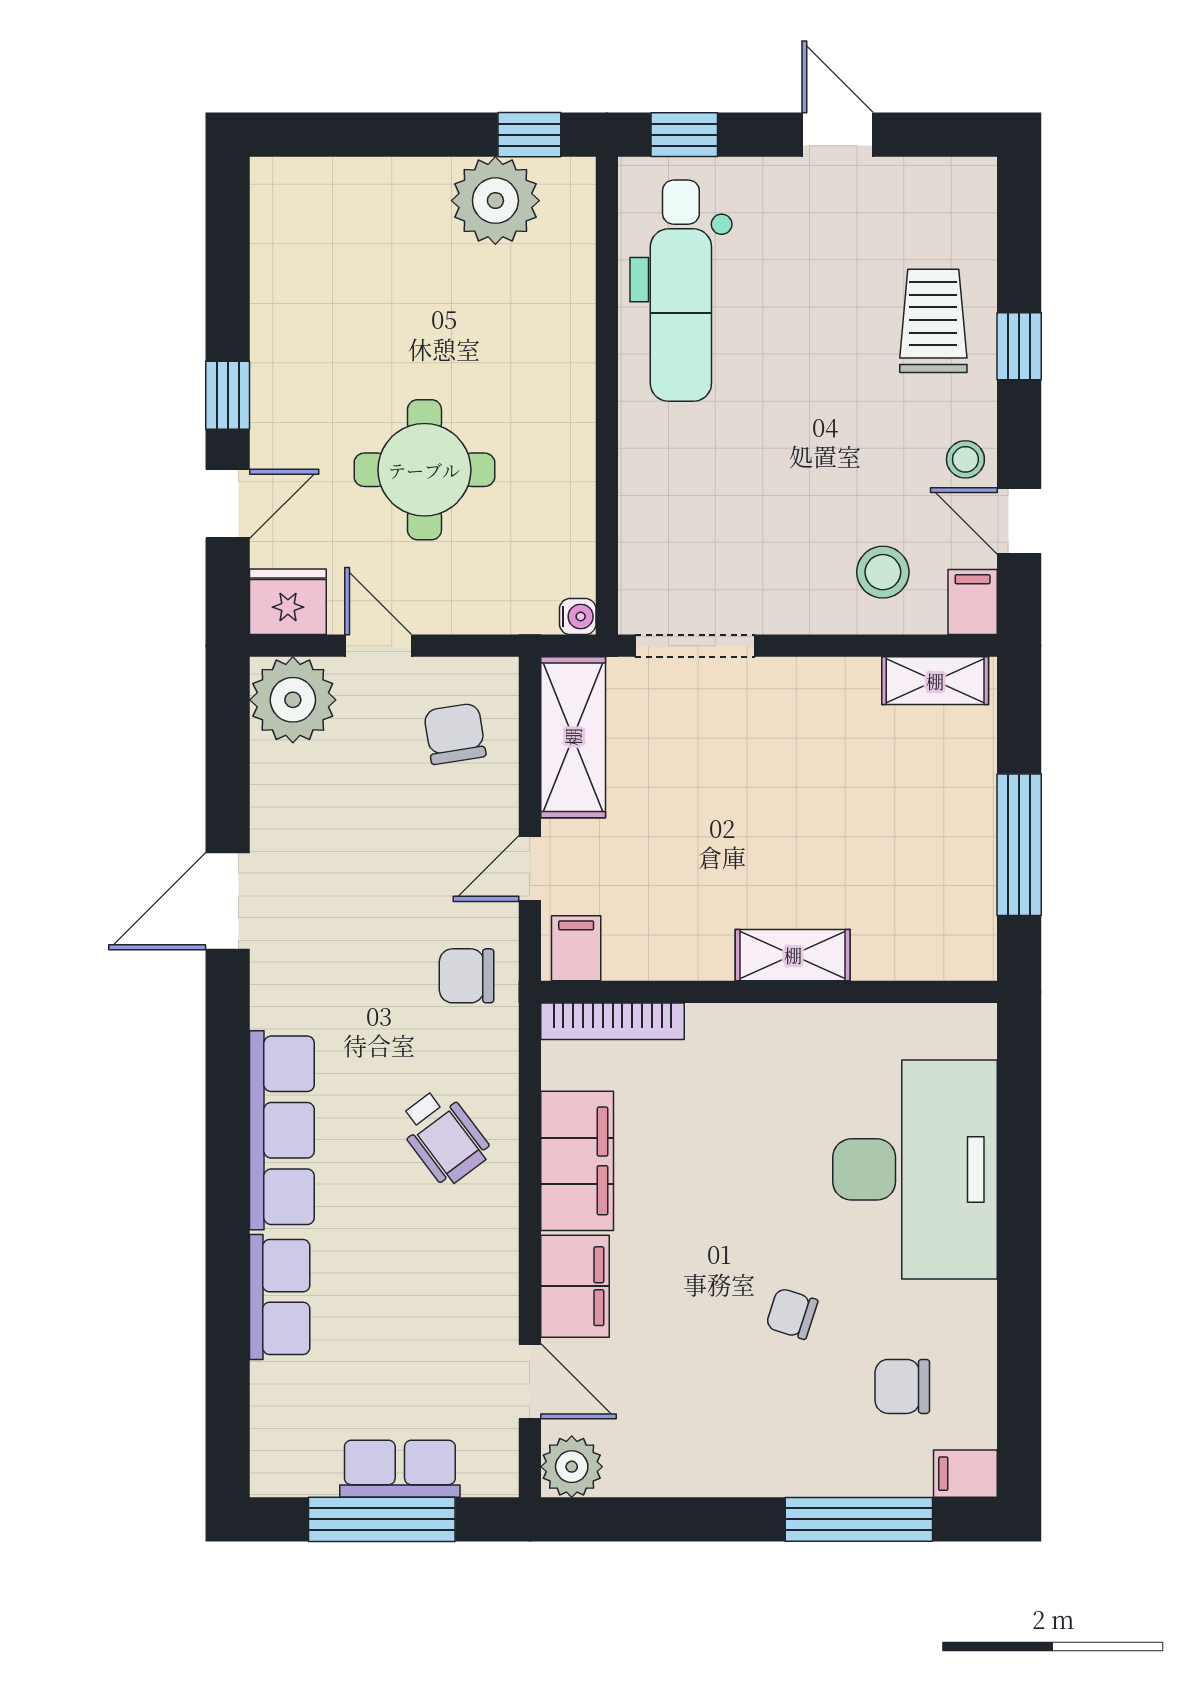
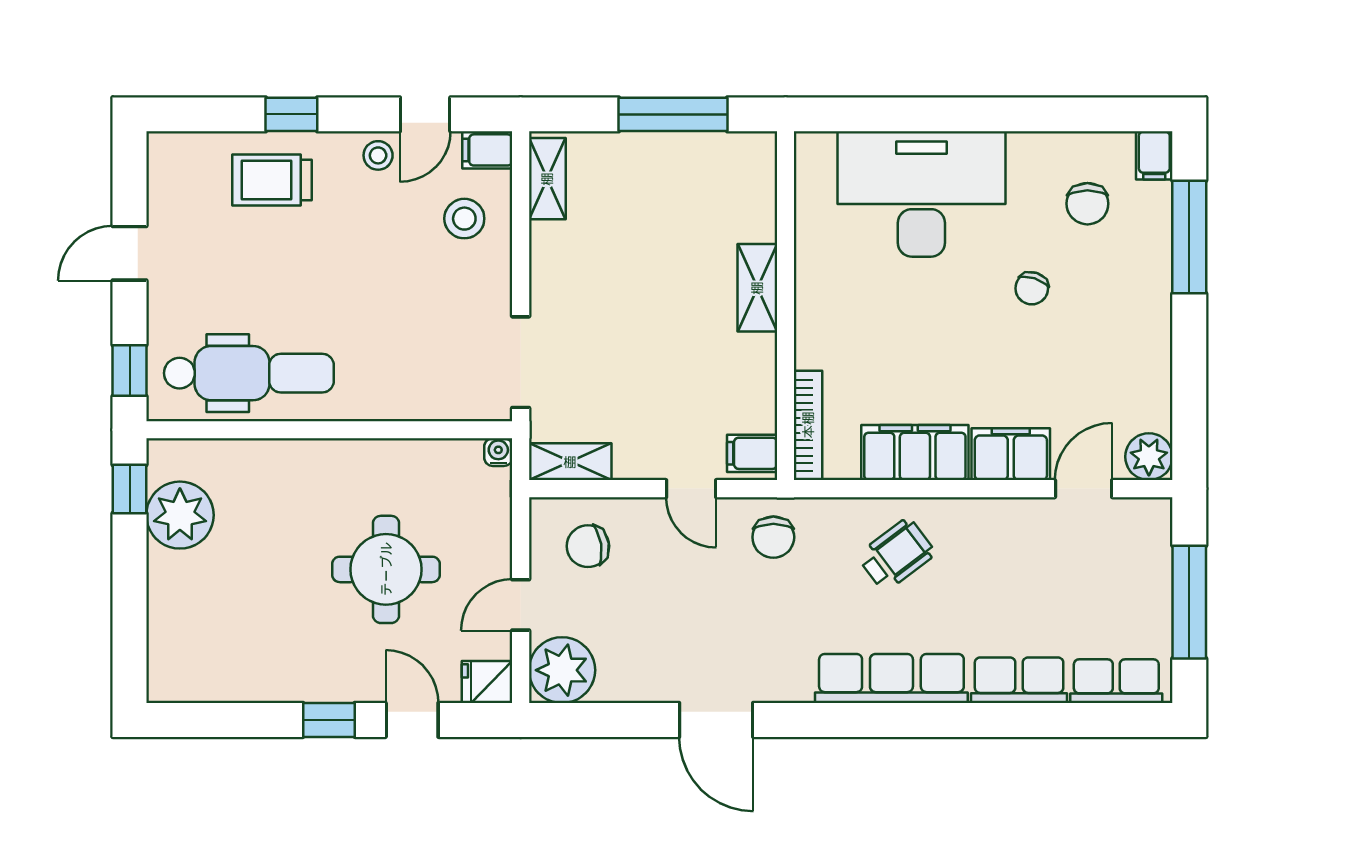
fridge: (288, 602) -> (487, 682), width x0.72
shelving: (573, 737) -> (570, 462), width x0.67, depth x0.75
row of seats: (400, 1469) -> (1116, 681), moved, turned 90

